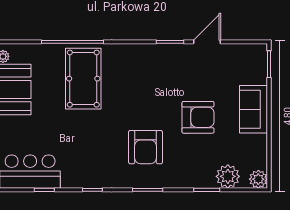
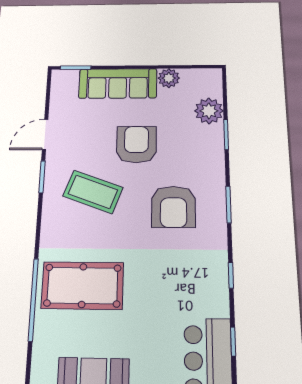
door: (207, 42) -> (45, 134), hinge flipped
coffee table: (157, 83) -> (93, 192), added
sofa: (254, 109) -> (118, 83), width x1.36
armchair: (146, 147) -> (173, 207), turned 90
plant: (258, 179) -> (169, 78), moved

